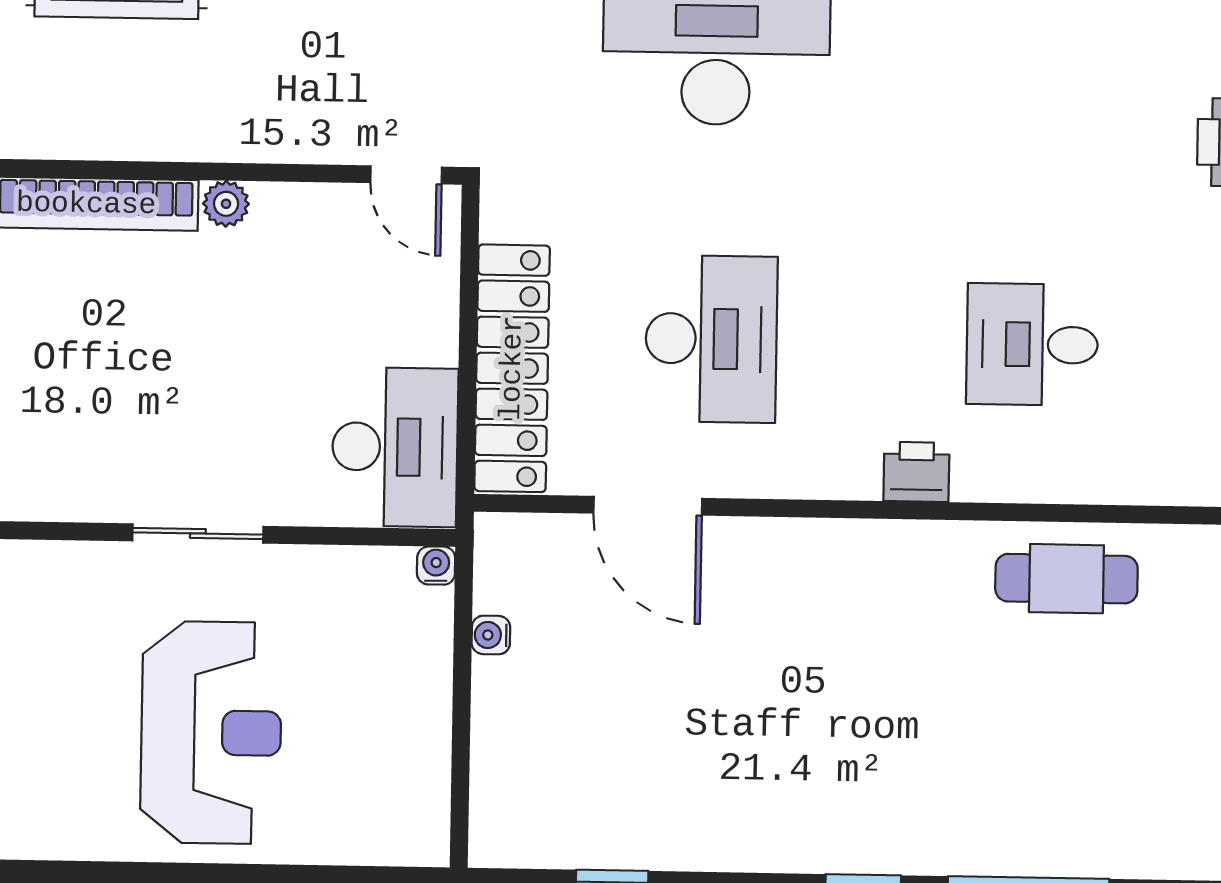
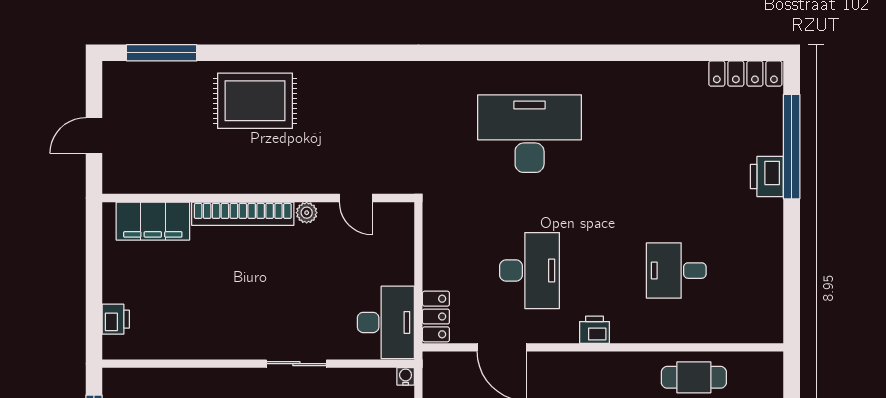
door: (406, 175) -> (356, 198), moved
locker: (512, 368) -> (436, 317), width x0.46, depth x0.83
printer: (916, 472) -> (595, 330), moved

